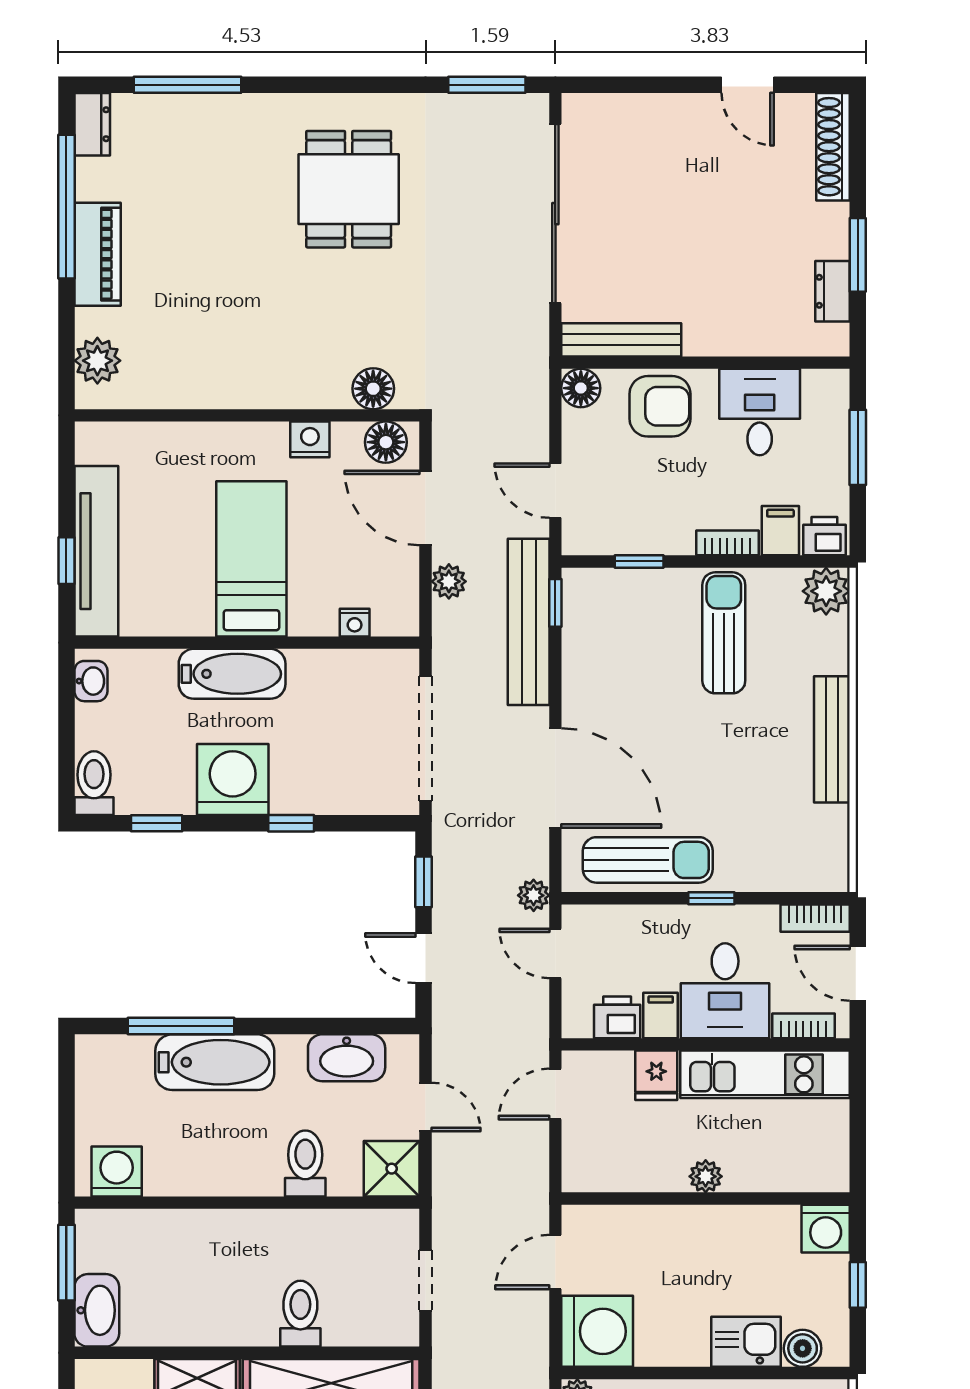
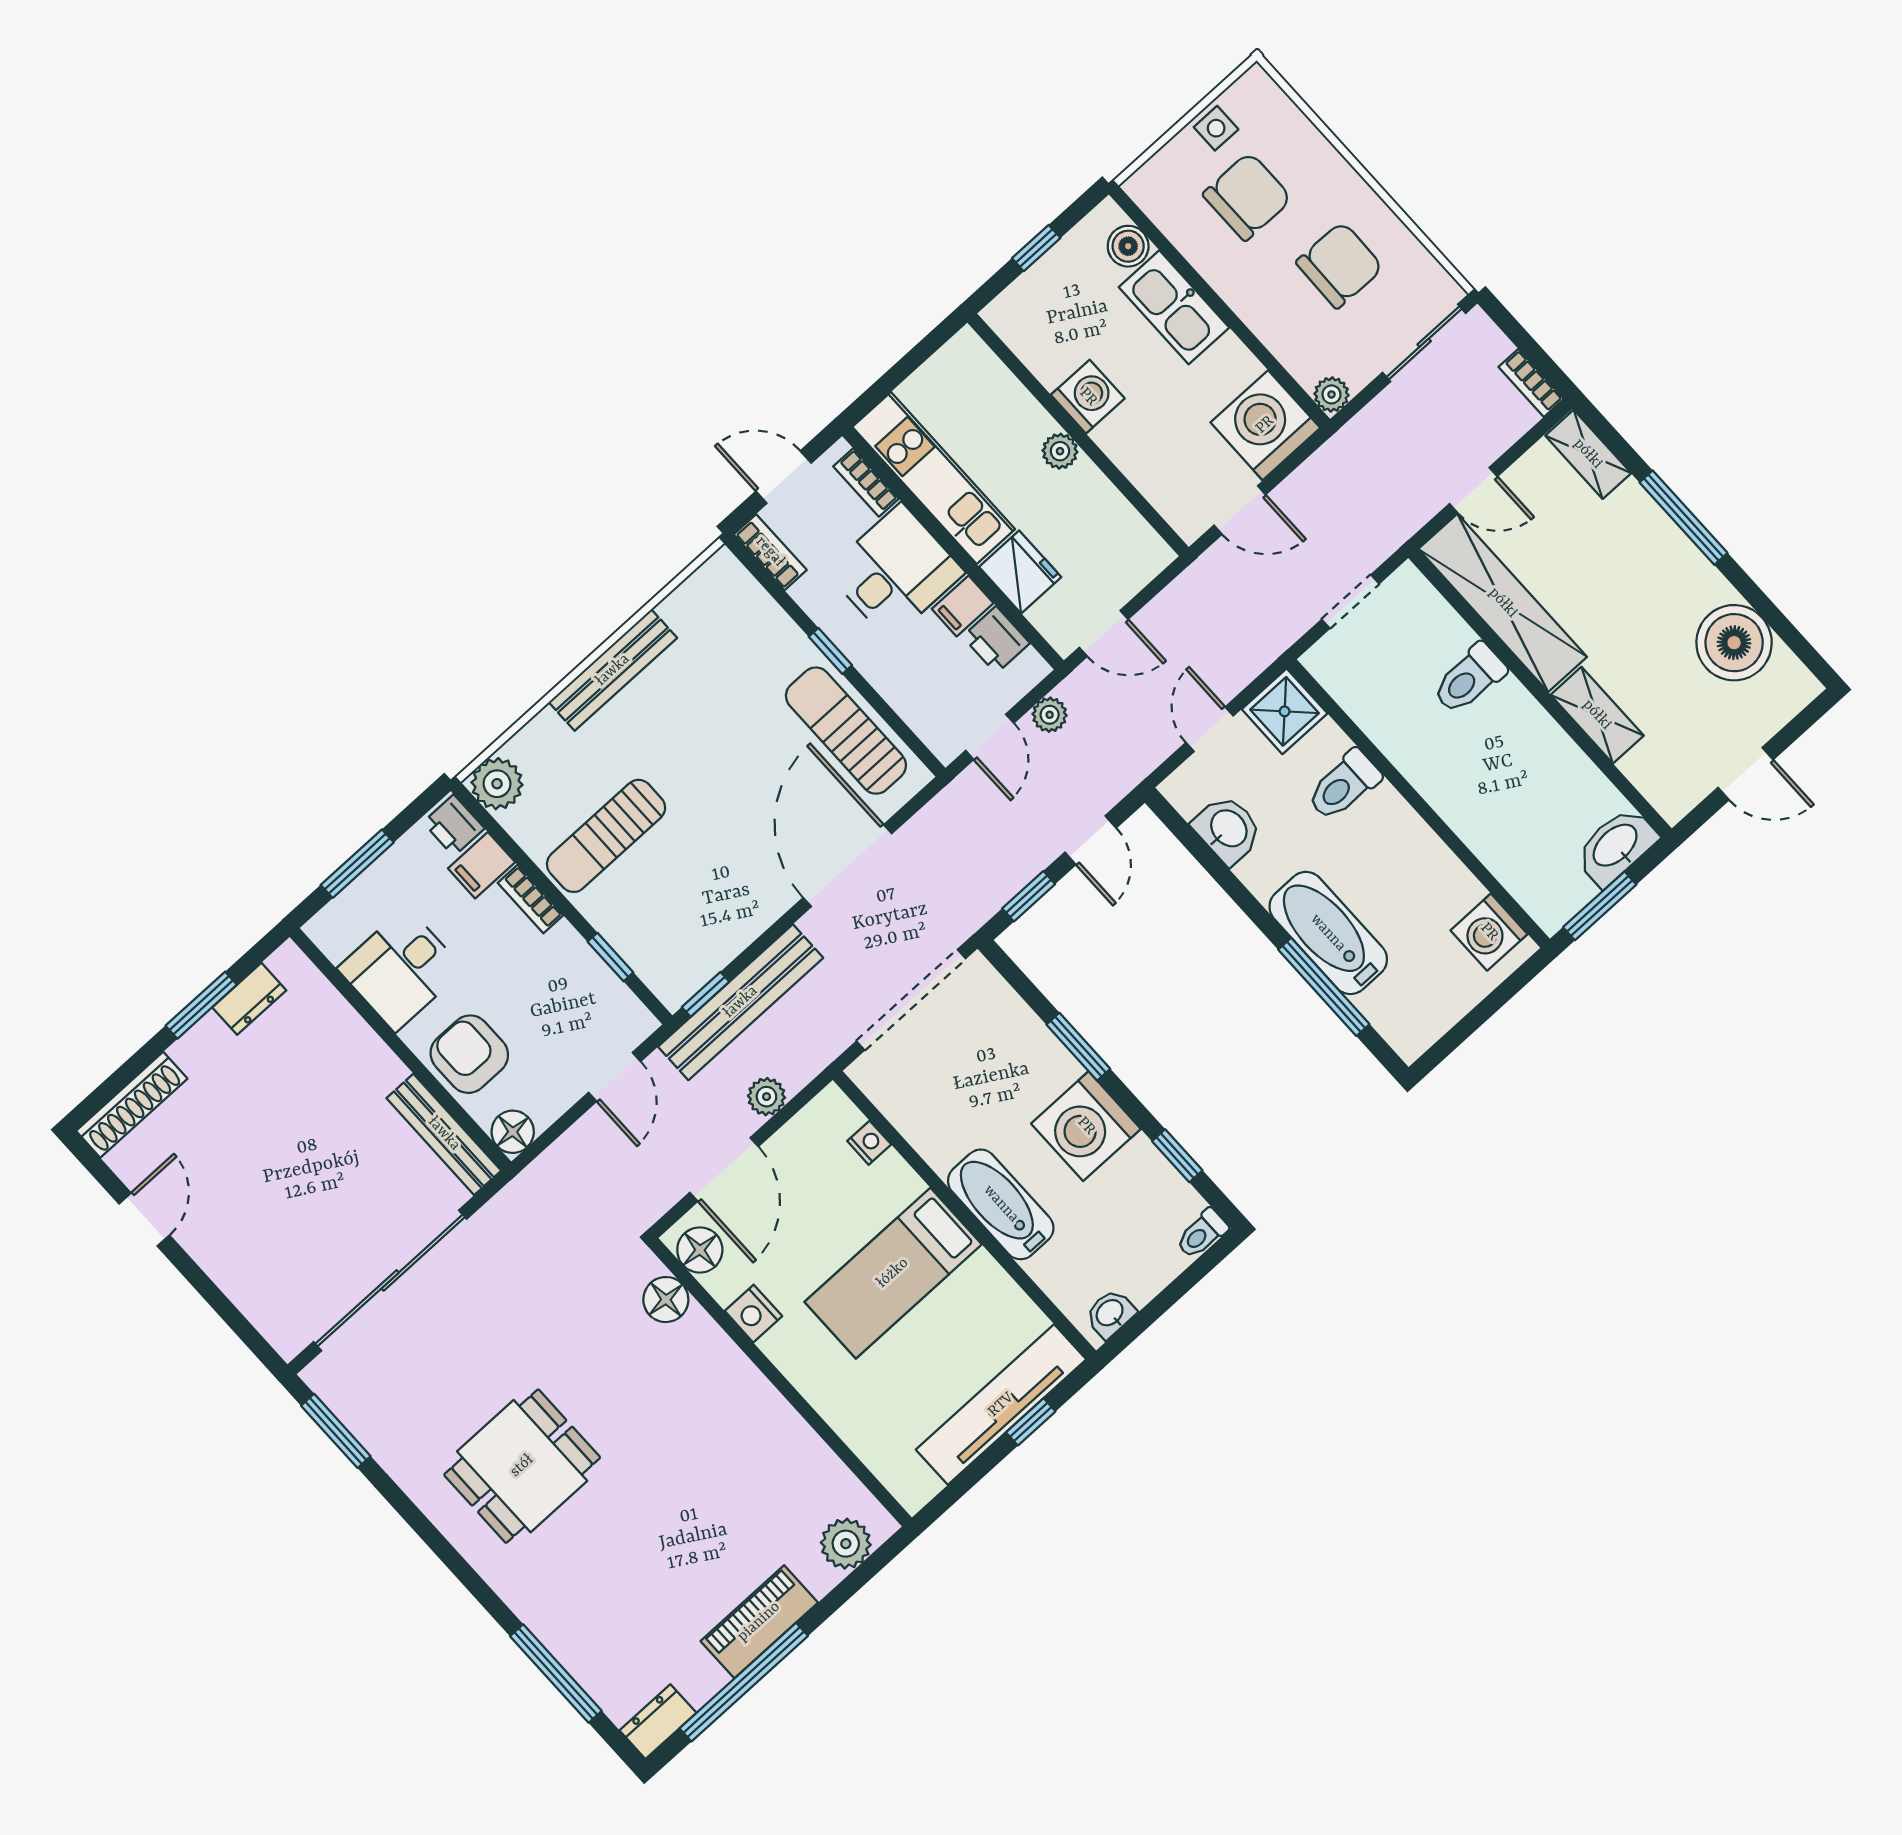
toilet: (94, 783) -> (1202, 1234), width x0.73, depth x0.72
window: (291, 823) -> (1078, 1047), width x1.50
plant: (534, 895) -> (1050, 715), moved
door: (858, 973) -> (784, 477), swing flipped
washbasin: (347, 1058) -> (1228, 829), width x0.72
fridge: (656, 1075) -> (1020, 572), width x1.38
washing machine: (826, 1229) -> (1088, 397), moved
kitchen sink: (746, 1342) -> (1174, 307), width x1.38

